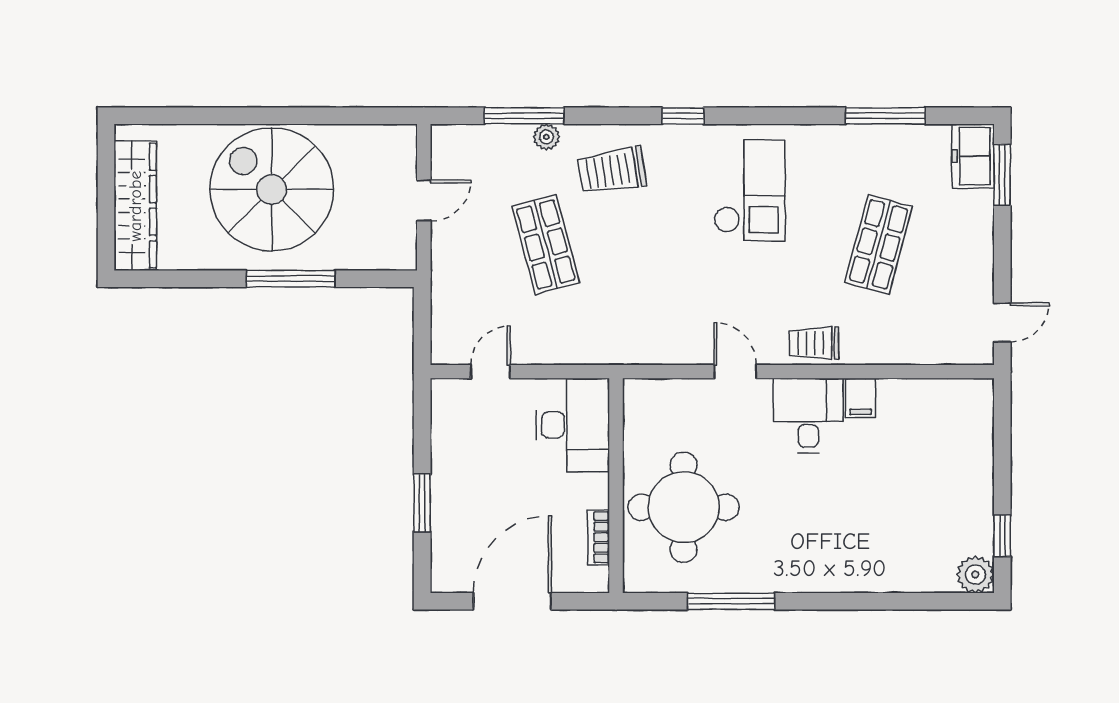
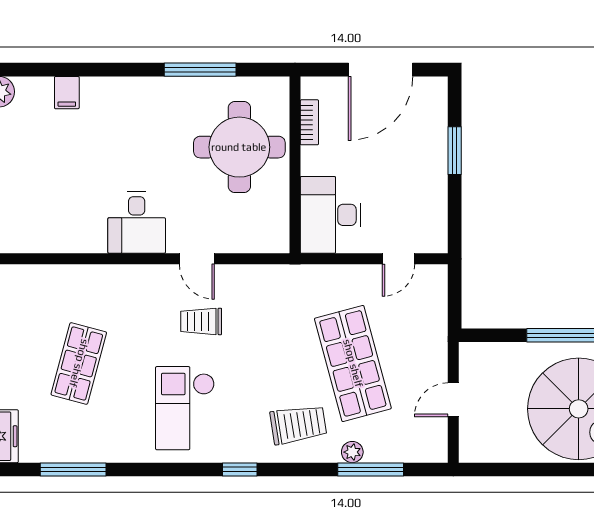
shop shelf: (546, 244) -> (353, 363), width x1.43, depth x1.36
trolley: (814, 343) -> (201, 321), moved, turned 180
filing cabinet: (861, 398) -> (67, 93), moved, turned 180

